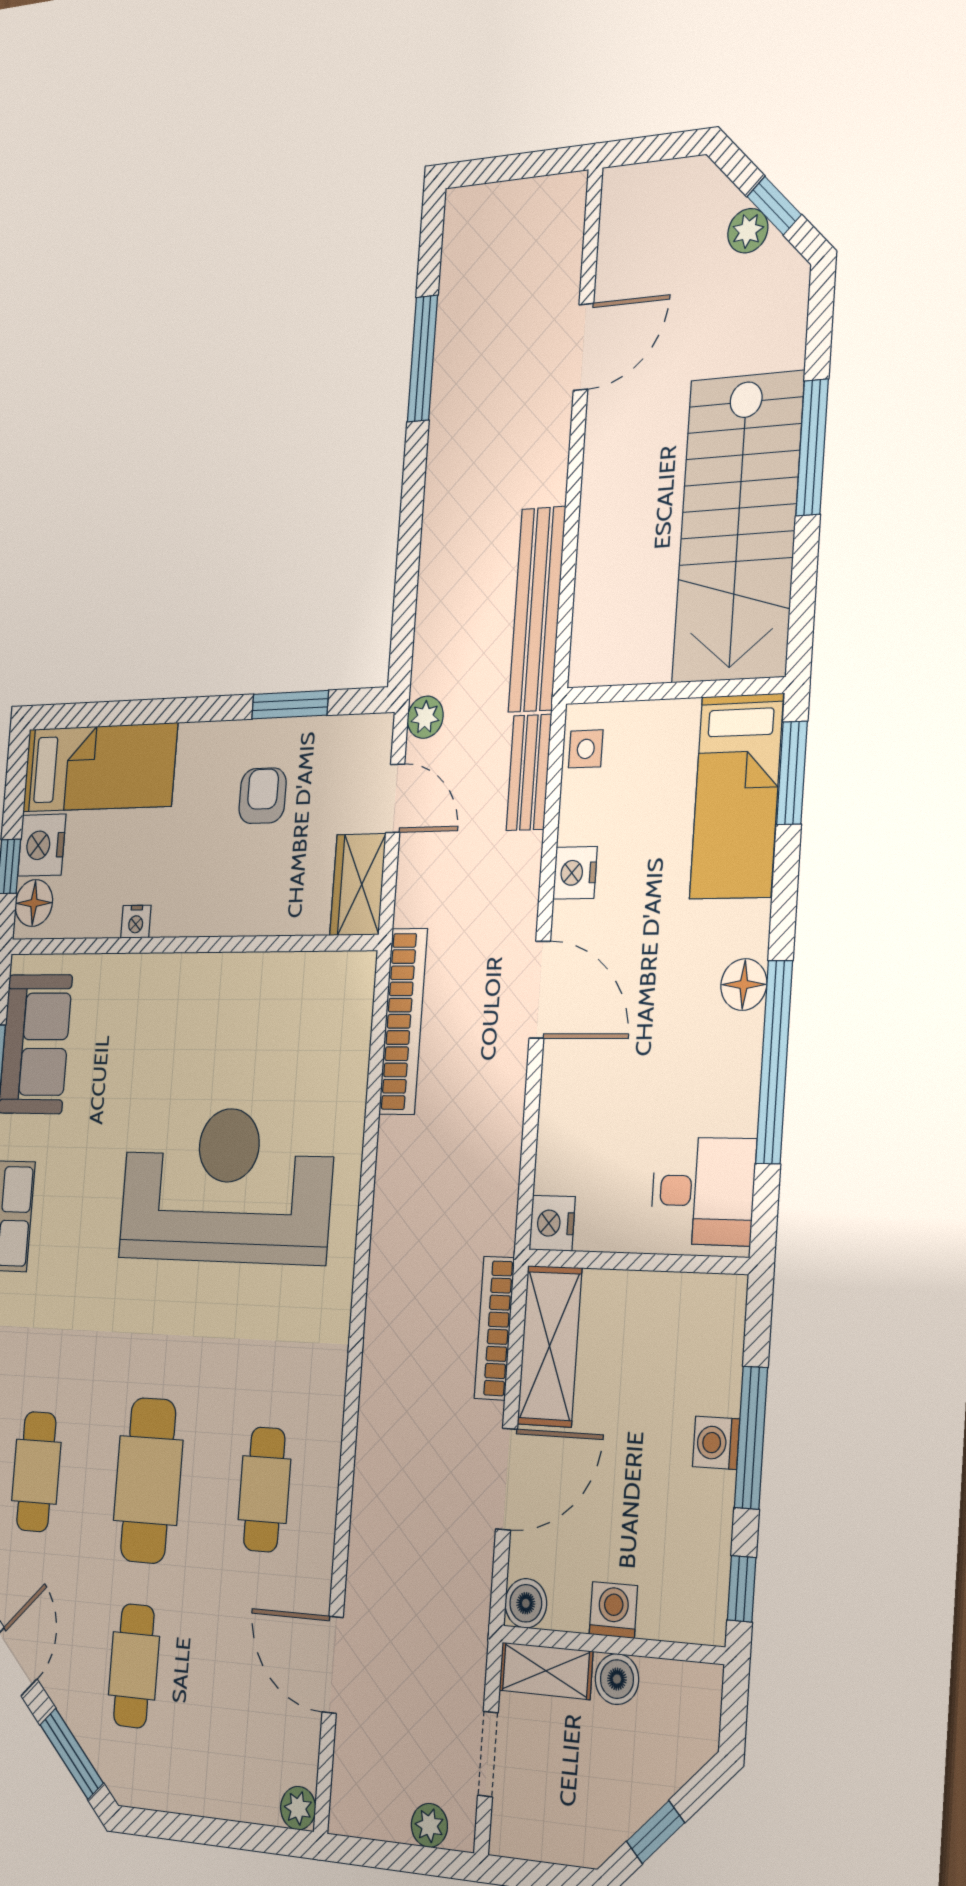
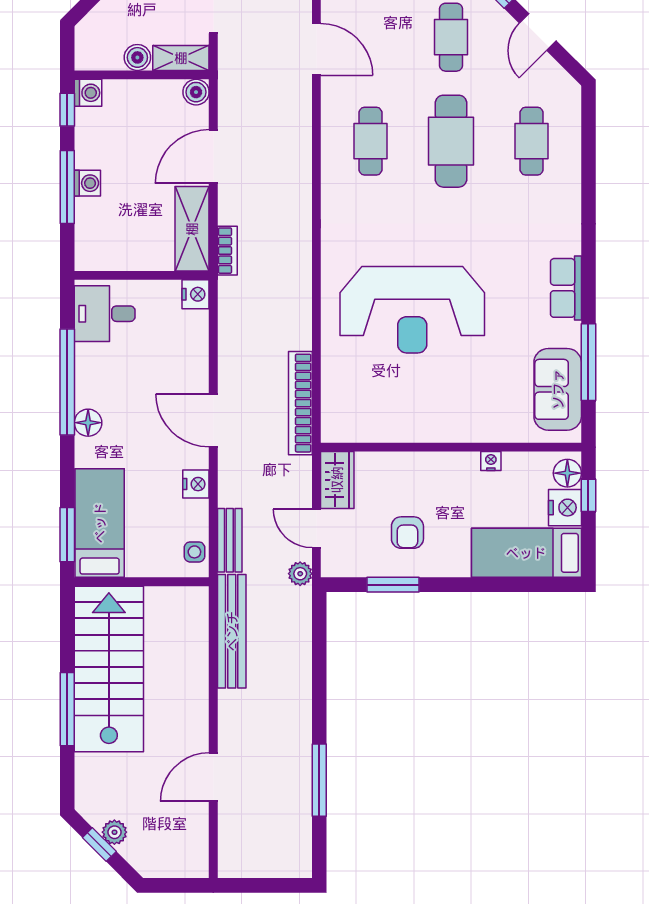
bookcase: (494, 1328) -> (227, 251), width x0.64
washing machine: (613, 1610) -> (88, 93), moved, turned -90

